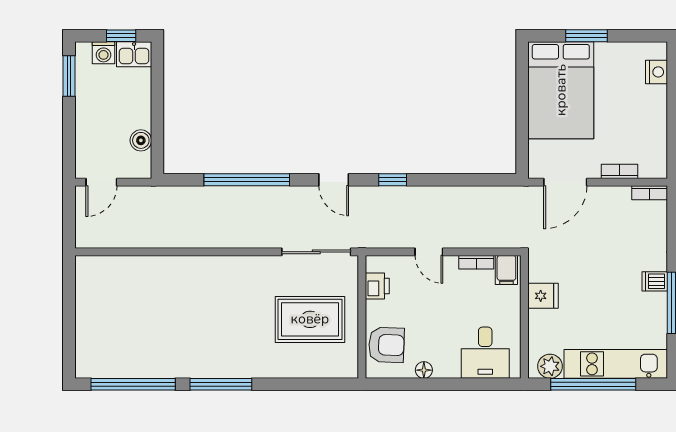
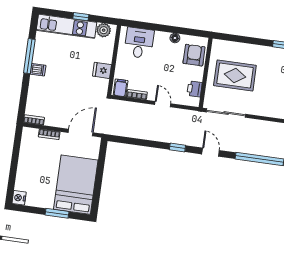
nightstand: (656, 72) -> (19, 198), moved
armchair: (386, 345) -> (194, 55), turned 88
window: (593, 384) -> (81, 17), width x0.32

